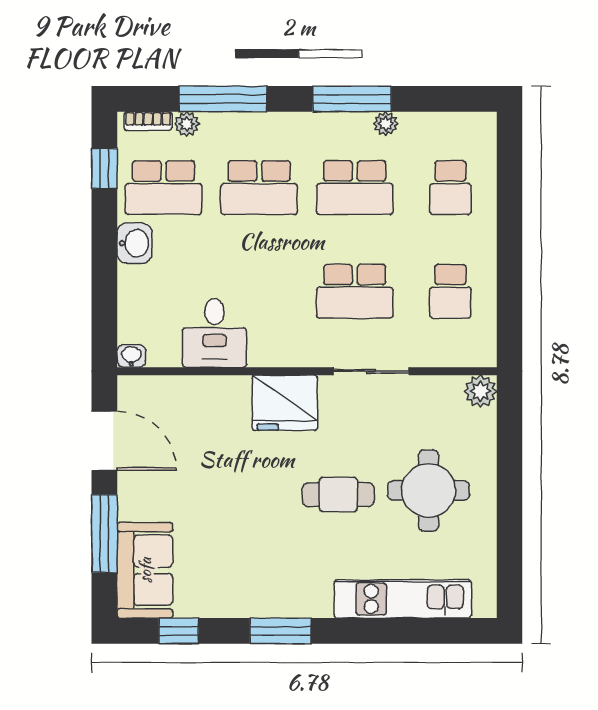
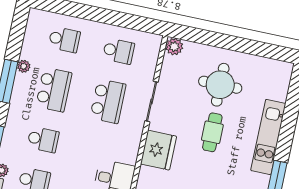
school desk: (259, 188) -> (43, 140), width x0.54
kitchen unit: (403, 599) -> (268, 137), moved

